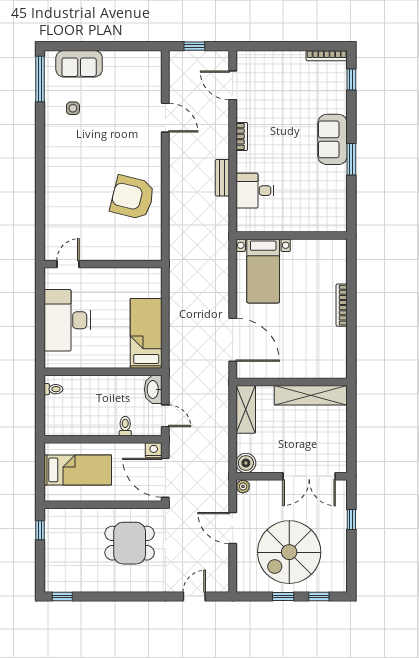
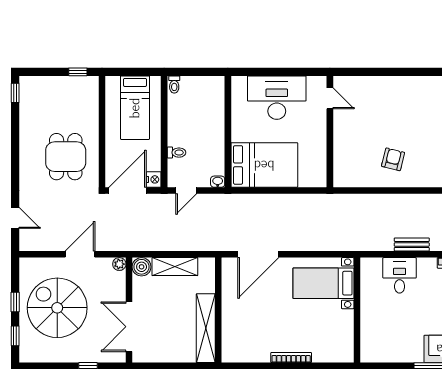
armchair: (132, 197) -> (393, 159), width x0.53, depth x0.53
bed: (146, 333) -> (264, 165), width x1.50
toilet: (53, 389) -> (174, 84), moved
washbasin: (153, 389) -> (218, 182), width x0.52, depth x0.69
shelving: (246, 409) -> (175, 267), moved

